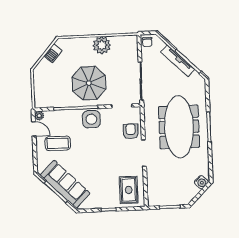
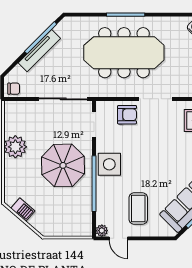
door: (34, 129) -> (118, 238), swing flipped
armchair: (131, 131) -> (127, 115), turned 180

